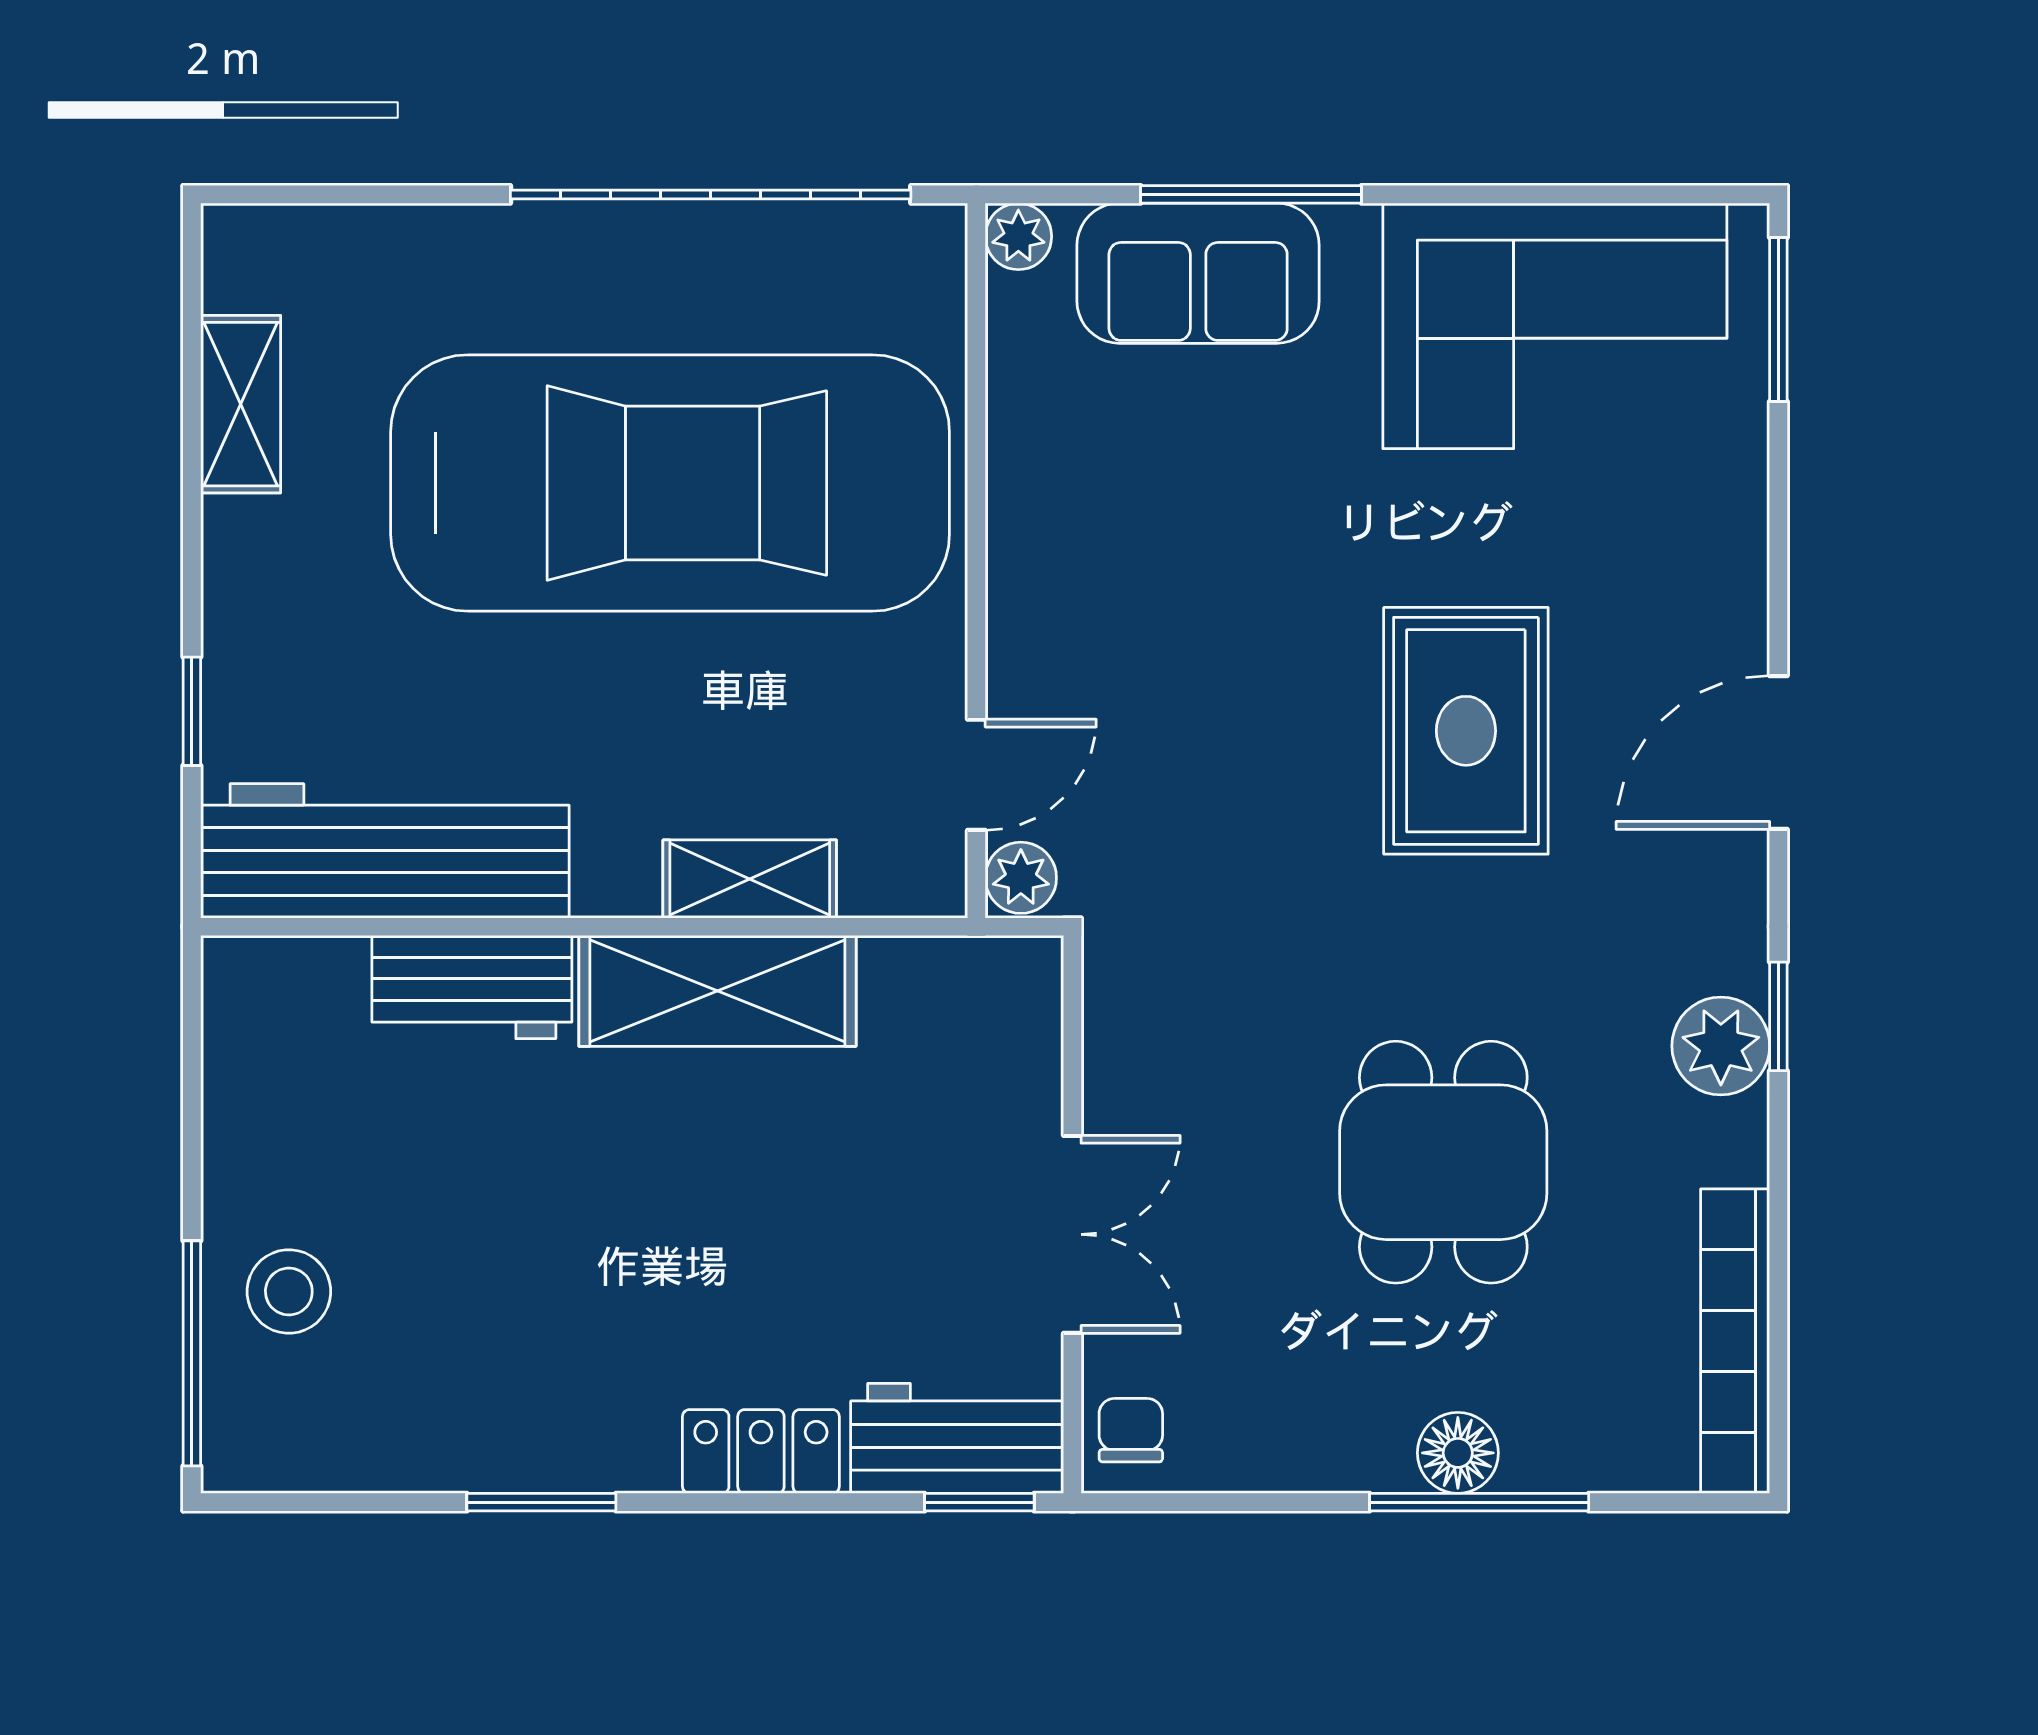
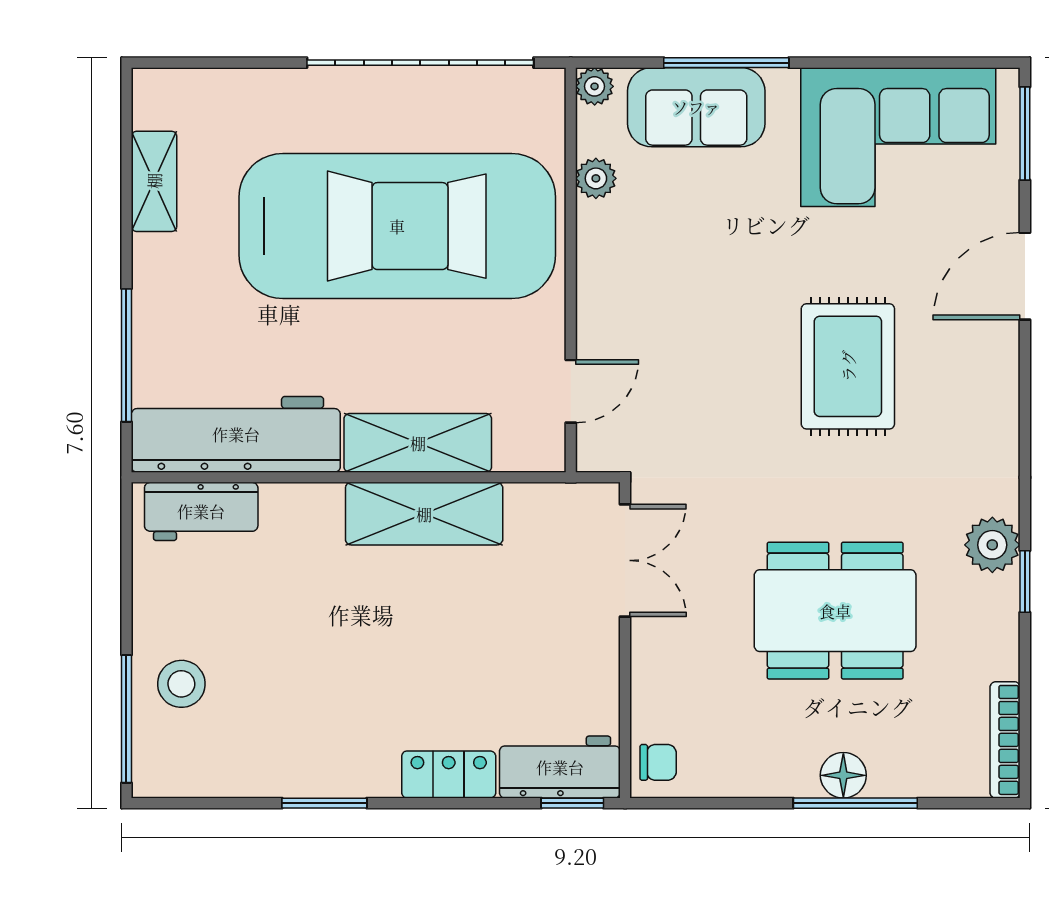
window: (192, 711) -> (126, 355), width x2.17
door: (1778, 753) -> (1025, 276), moved
plant: (1021, 878) -> (596, 178), moved
shelving: (750, 879) -> (418, 443), width x1.50, depth x1.33
workbench: (472, 987) -> (201, 511), moved
window: (1778, 1016) -> (1025, 582), moved
dining table: (1443, 1162) -> (835, 611), width x1.38
double door: (1072, 1234) -> (625, 560), moved
bookcase: (1735, 1341) -> (1005, 740), width x0.68, depth x0.76
chair: (1131, 1430) -> (658, 762), turned 90

